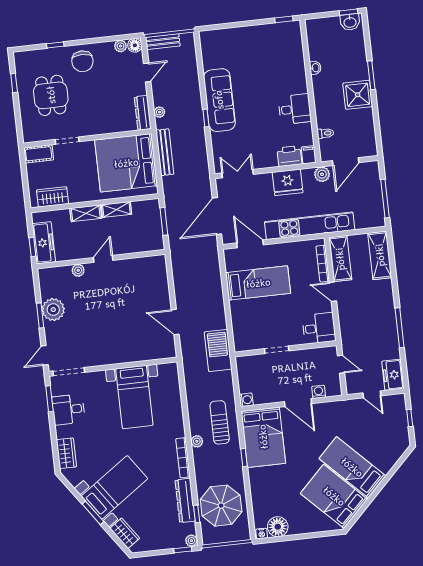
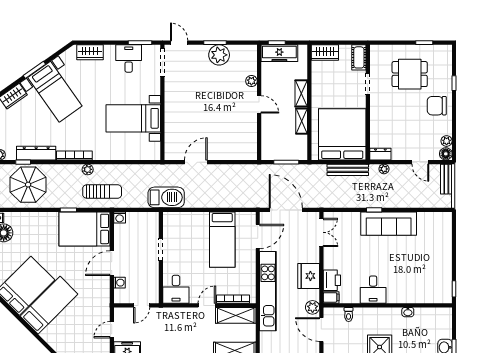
dresser: (143, 113) -> (380, 154), width x0.70
wardrobe: (53, 197) -> (325, 53), moved, turned 90

